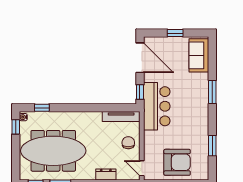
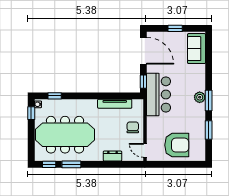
window: (212, 92) -> (209, 100), moved
plant: (202, 109) -> (200, 97), added
tv unit: (121, 116) -> (115, 104), moved

